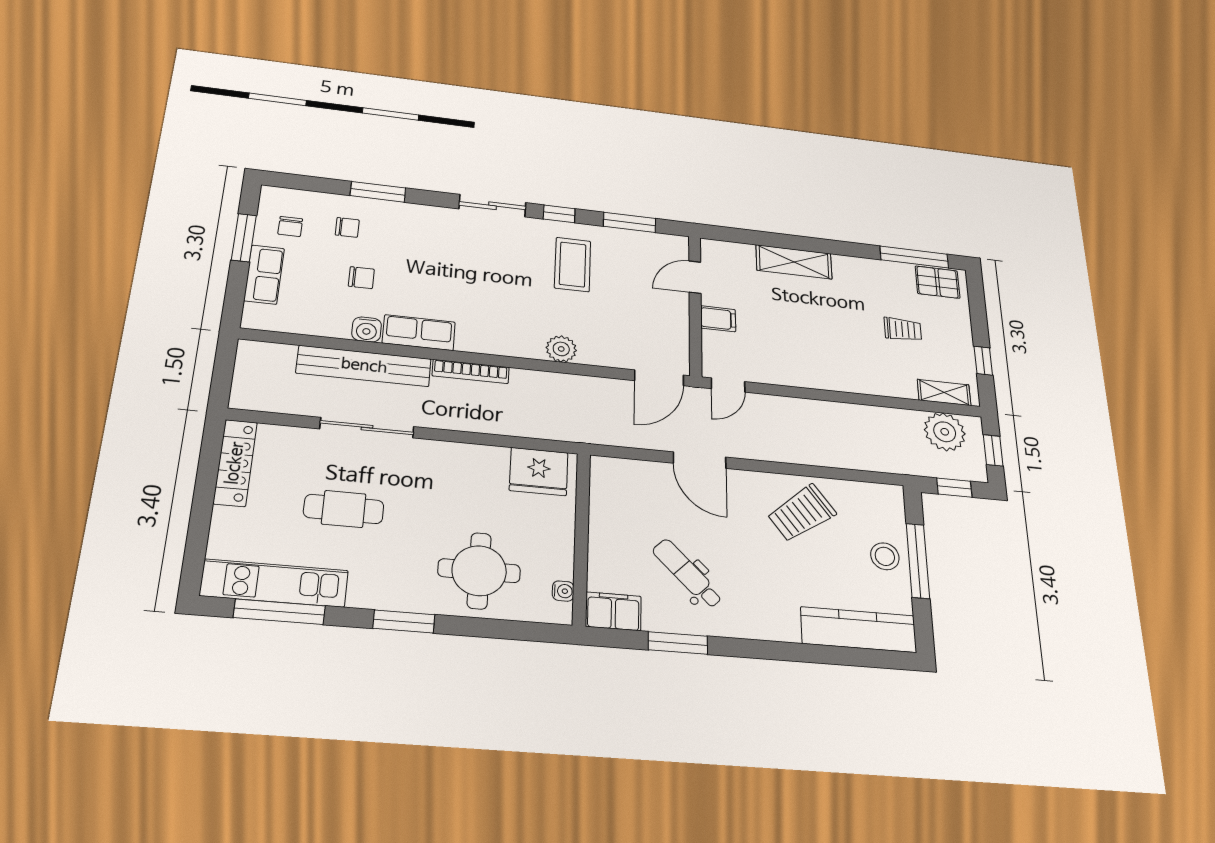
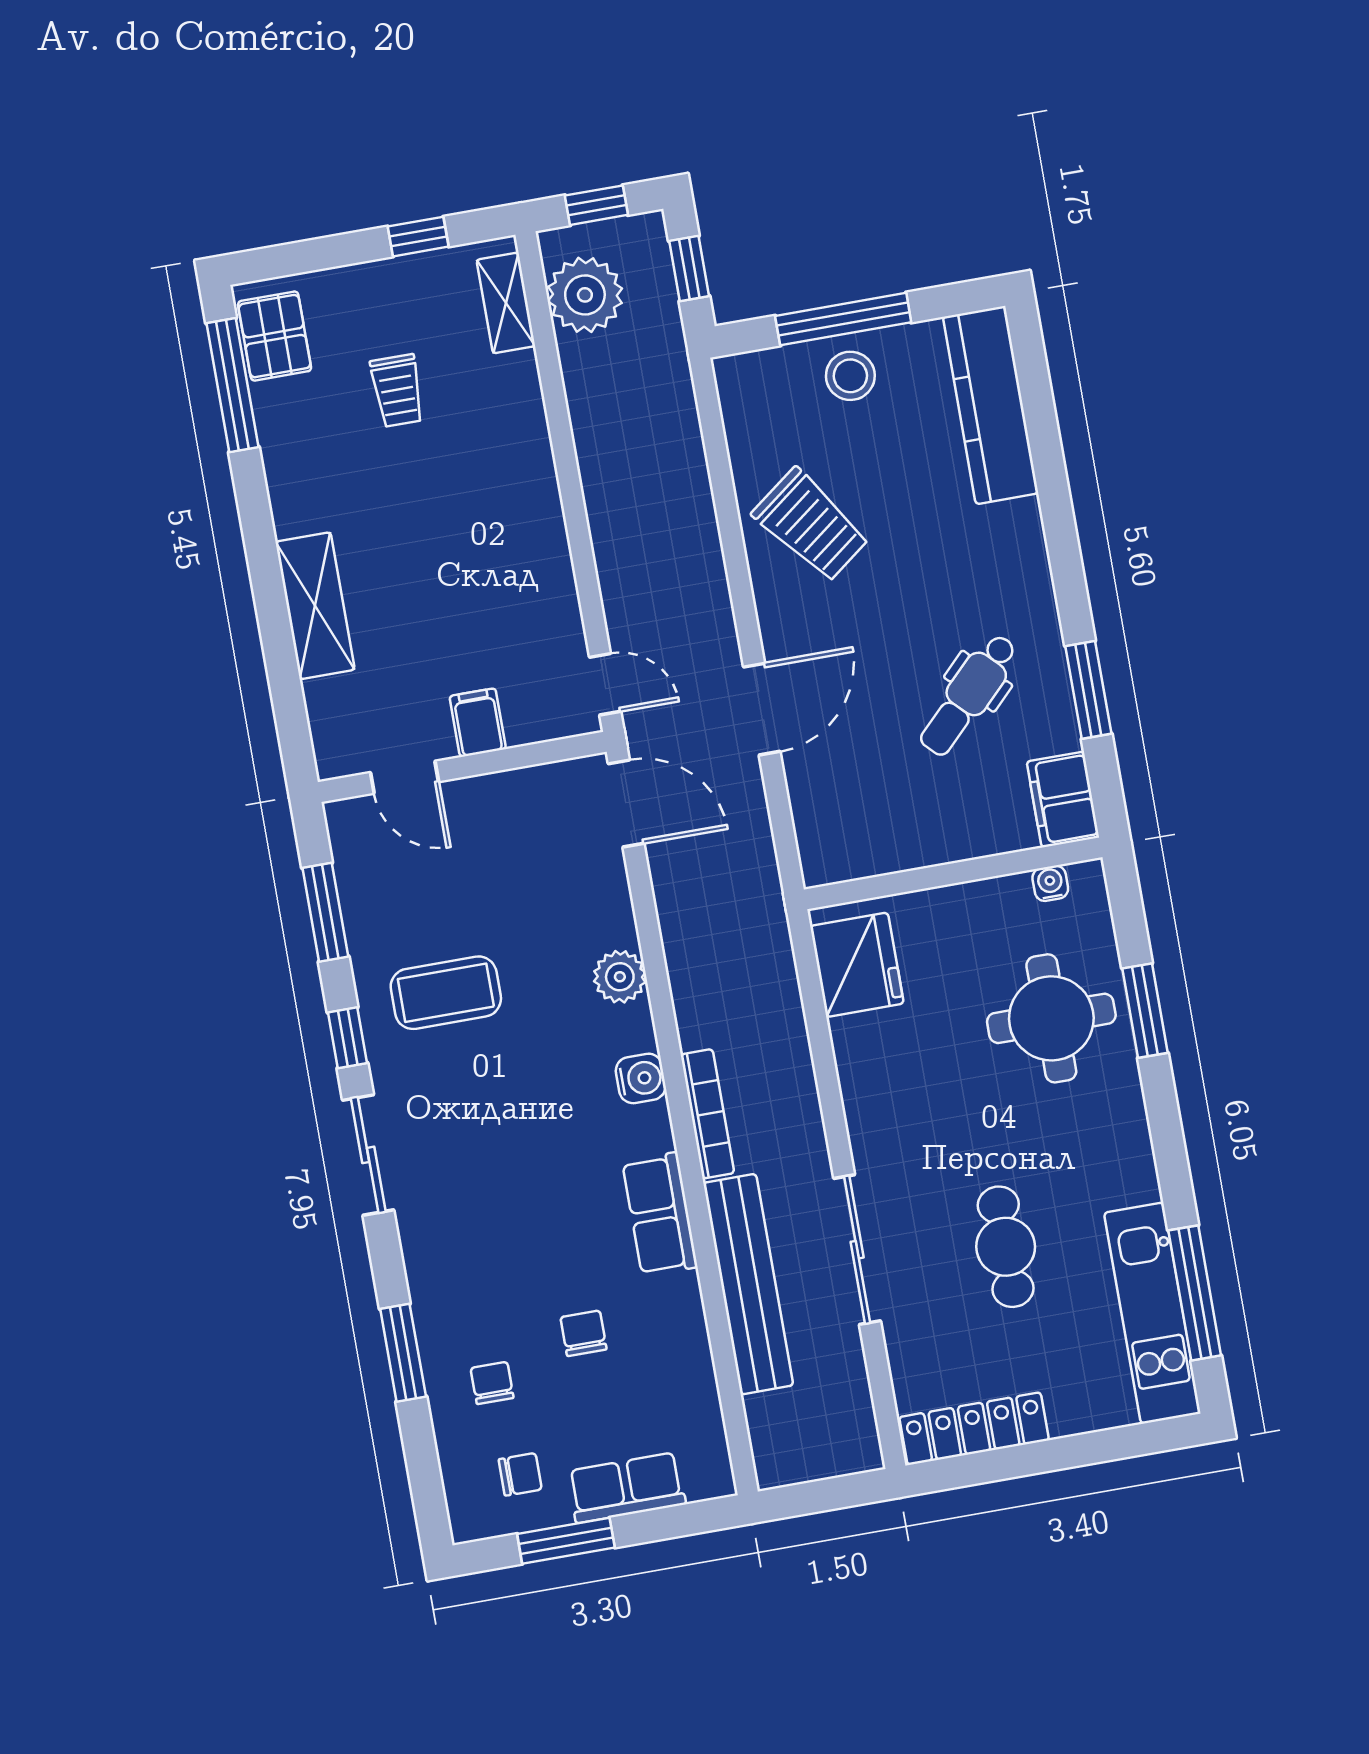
water cooler: (367, 329) -> (641, 1078), moved
trolley: (903, 329) -> (397, 391), turned 180
window: (404, 621) -> (1145, 1011), moved

